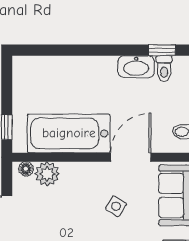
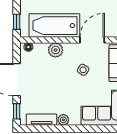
plant: (47, 174) -> (56, 50), moved

